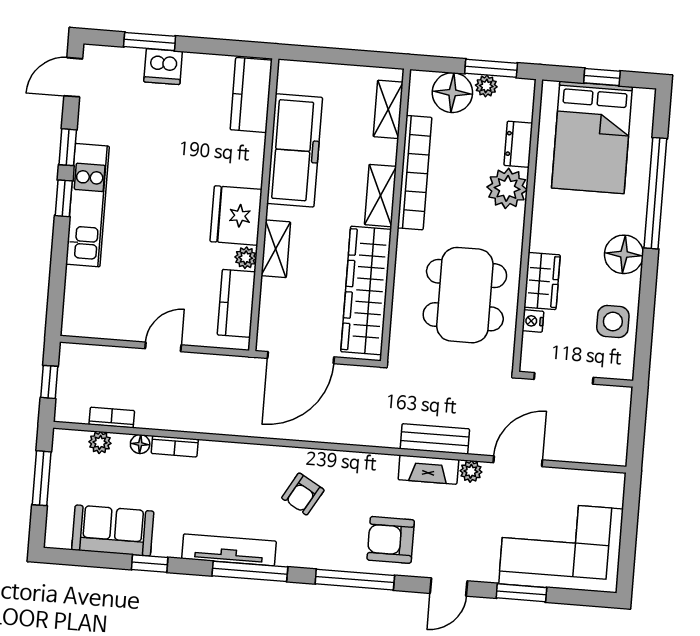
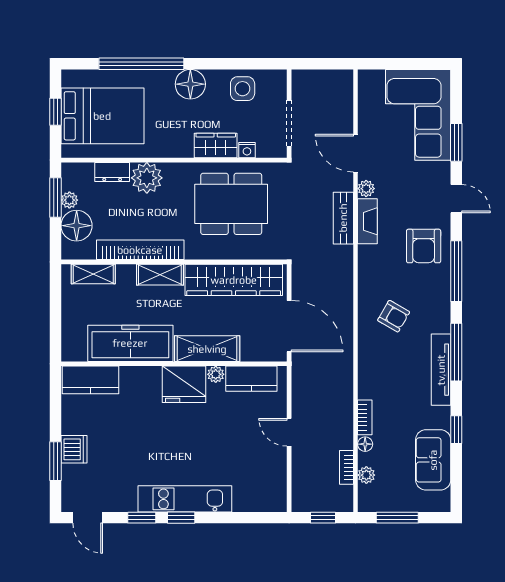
shelving: (276, 249) -> (207, 349), width x1.50, depth x1.33

